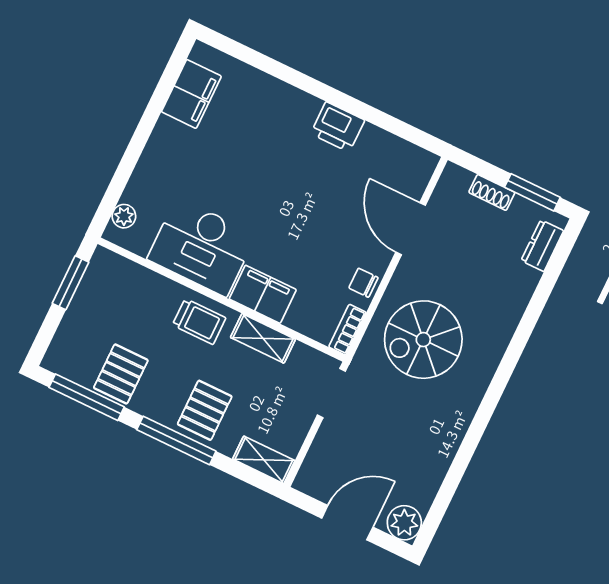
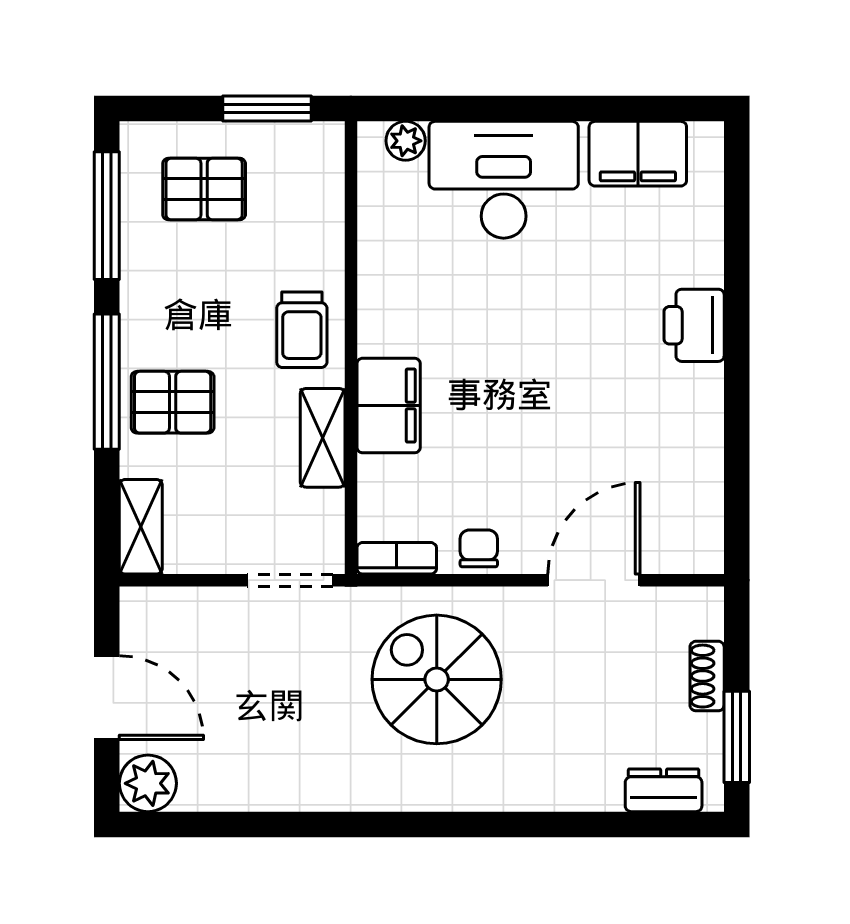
printer: (338, 127) -> (694, 325), moved
desk: (202, 247) -> (504, 180), moved, turned 90
pallet: (121, 374) -> (204, 189), moved

